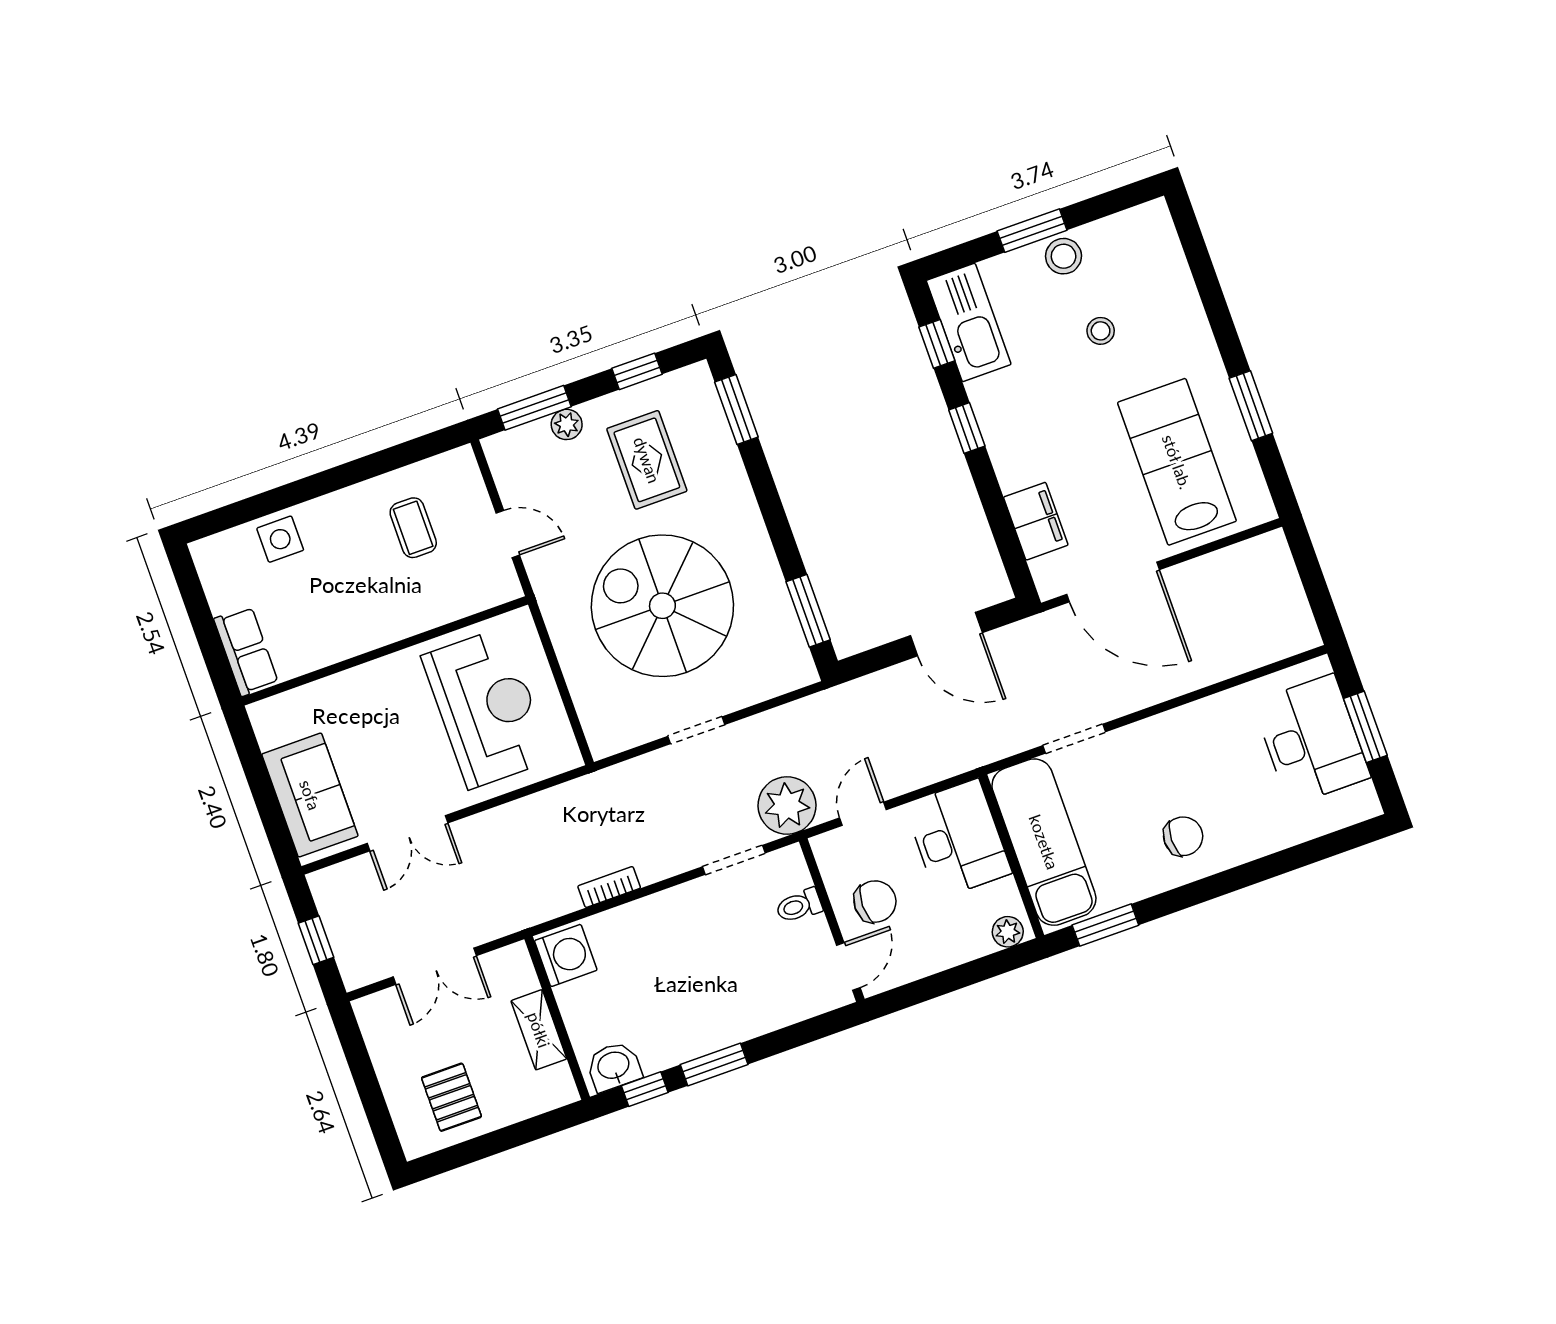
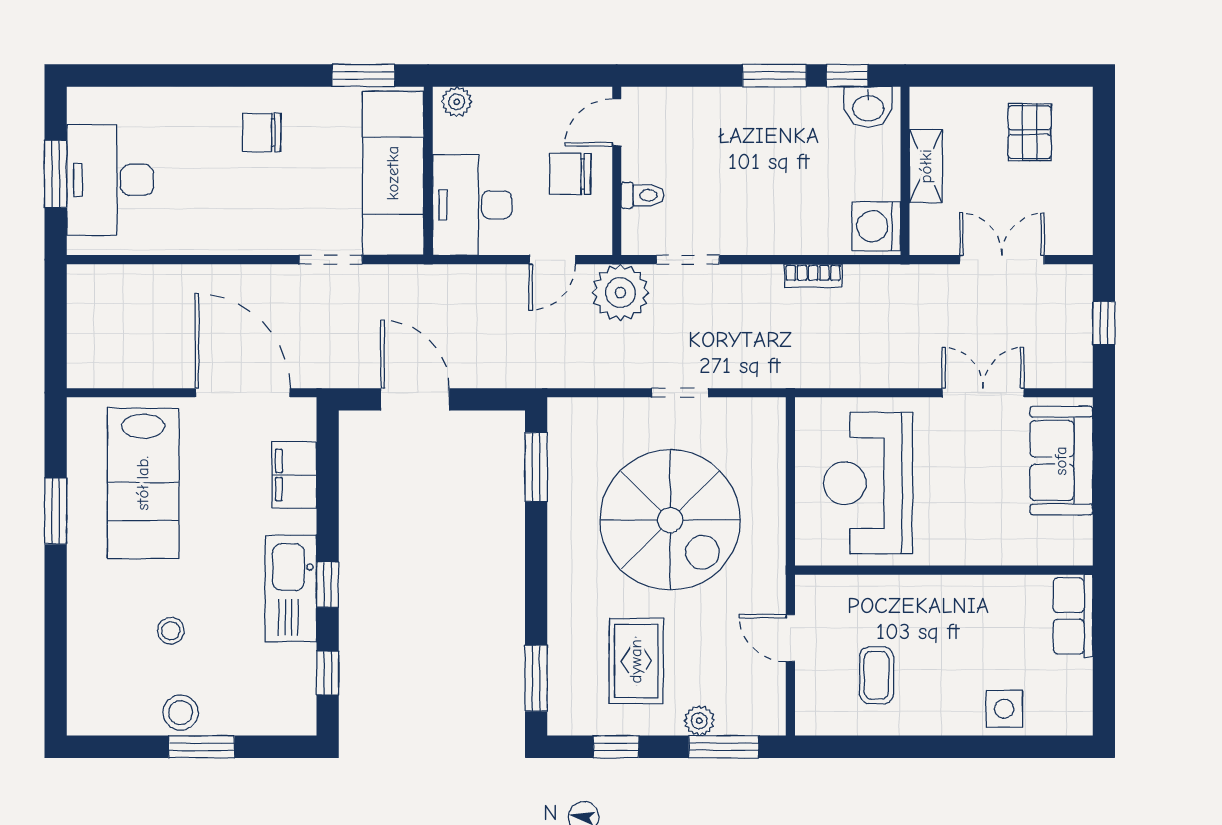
kitchen sink: (969, 322) -> (291, 588), moved

